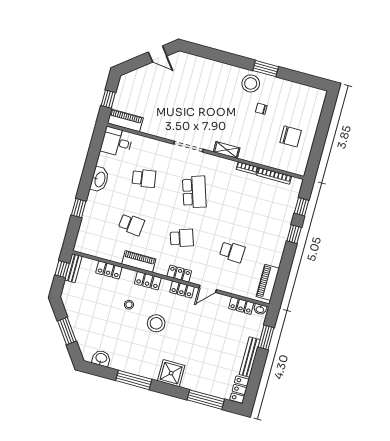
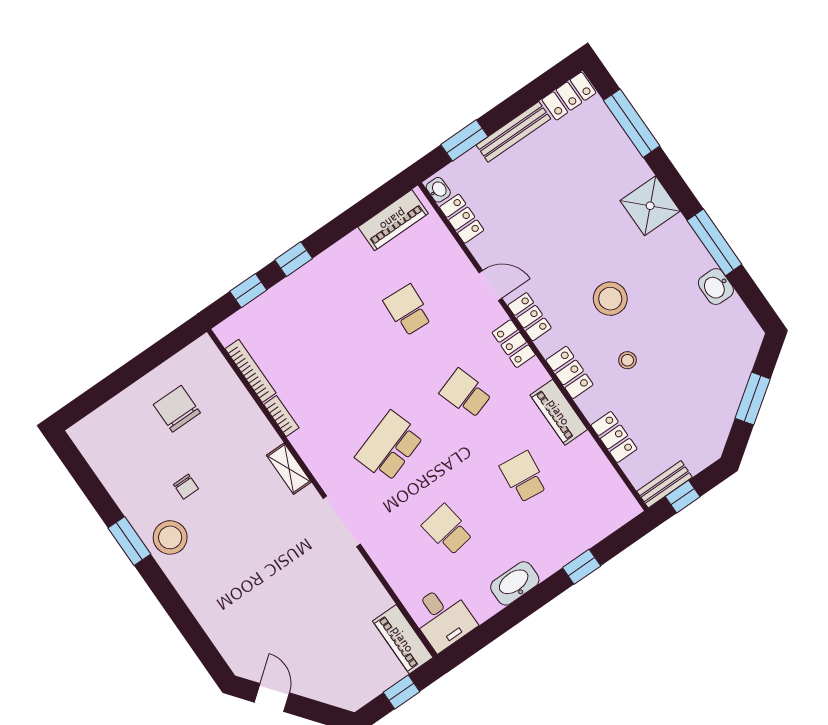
washbasin: (101, 358) -> (716, 287), moved

